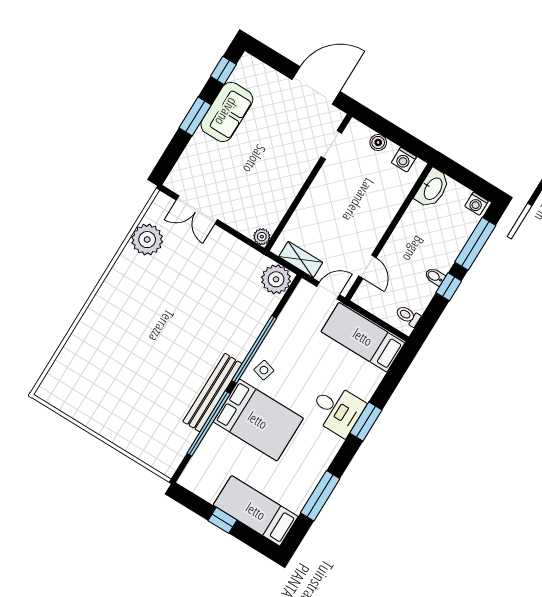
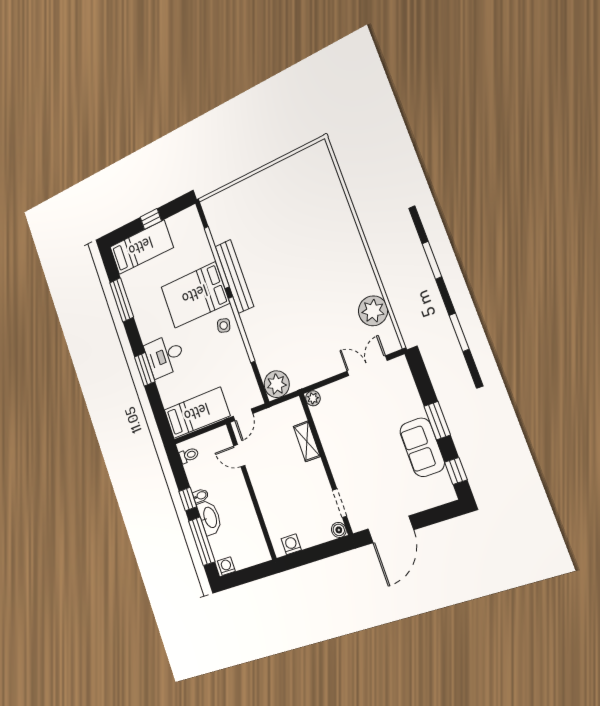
boiler: (378, 142) -> (339, 530), moved
washbasin: (433, 188) -> (210, 518), moved, turned 180
shelving: (301, 259) -> (307, 441), moved, turned 90

